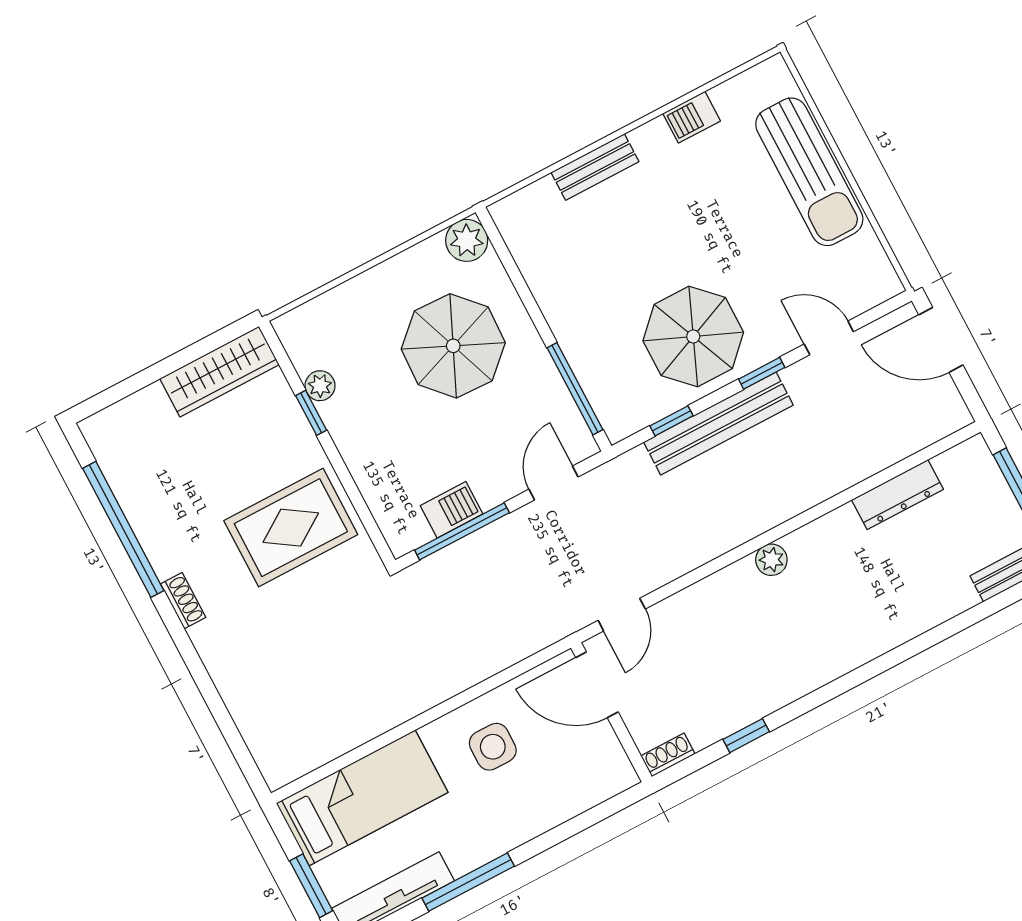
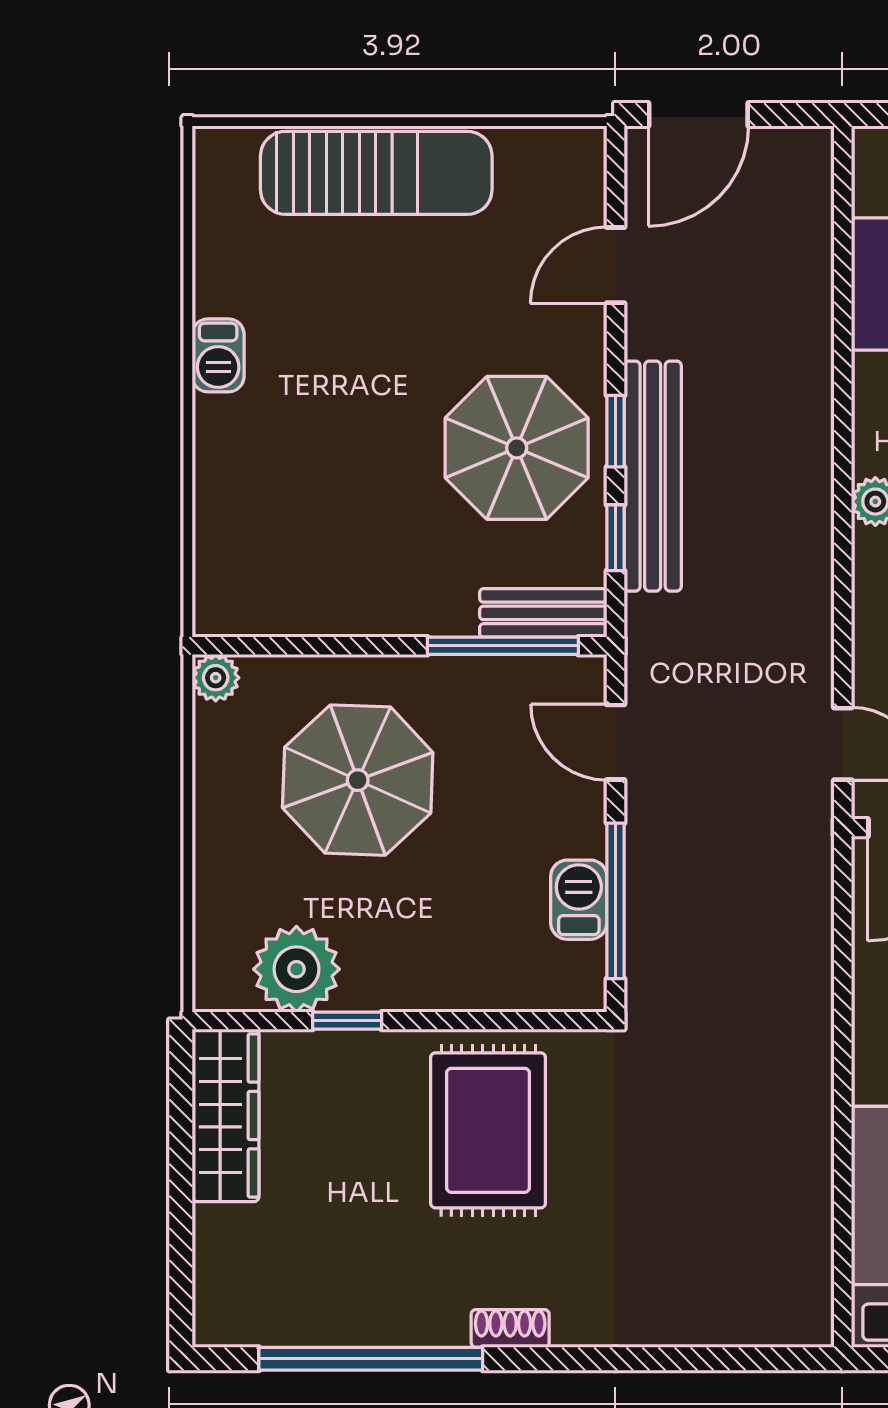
barbecue: (692, 117) -> (218, 355), moved
bench: (595, 167) -> (543, 613), moved, turned 90
plant: (467, 240) -> (216, 678), width x0.73, depth x0.73
window: (762, 373) -> (615, 431), moved
plant: (320, 386) -> (296, 969), width x1.88, depth x1.88

